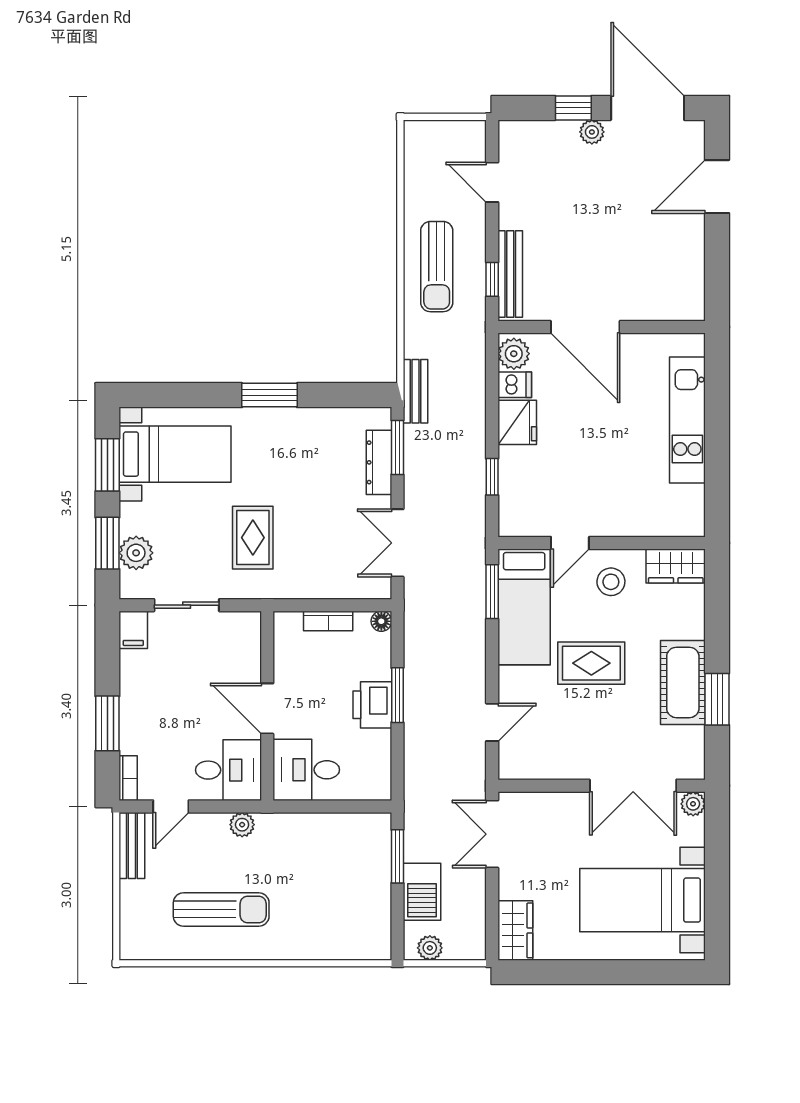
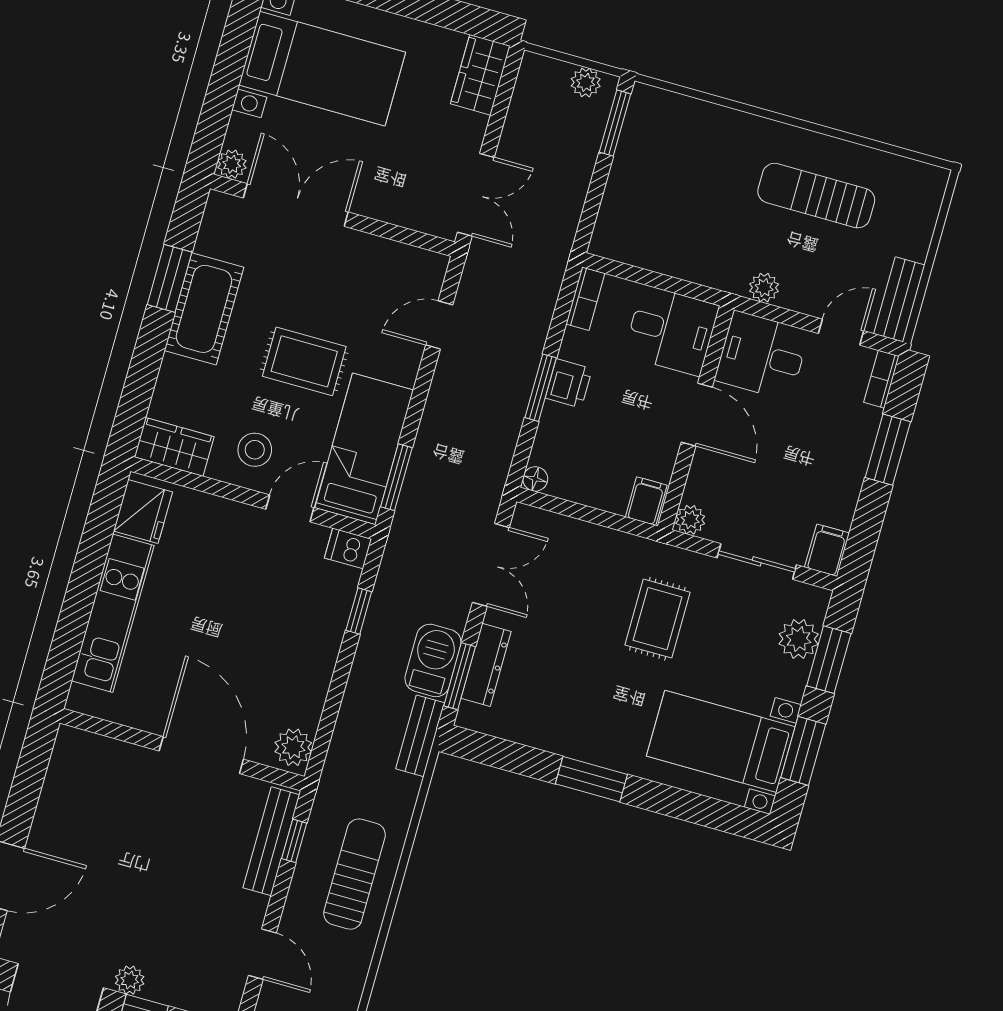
dishwasher: (515, 385) -> (348, 548), moved
fridge: (517, 422) -> (143, 511), moved, turned 180
bookcase: (328, 621) -> (585, 299), moved, turned 90
plant: (249, 623) -> (690, 520), added
filing cabinet: (288, 628) -> (646, 501), added
printer: (372, 705) -> (569, 383), width x0.73, depth x0.81
window: (397, 856) -> (615, 123), moved
barbecue: (422, 892) -> (433, 660), moved

